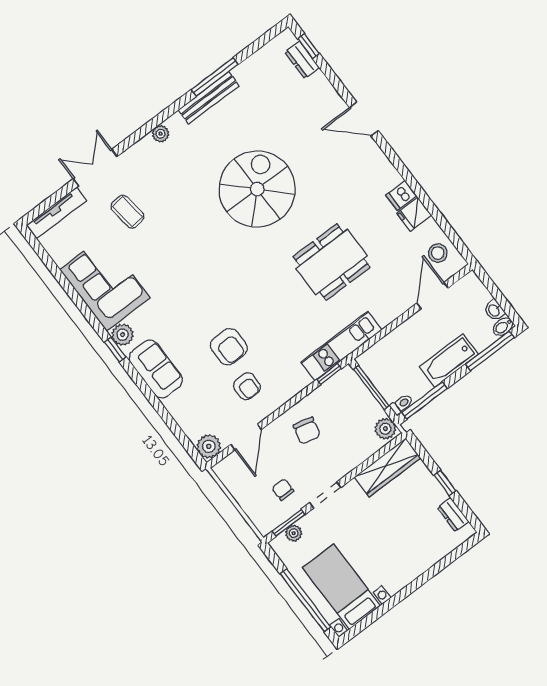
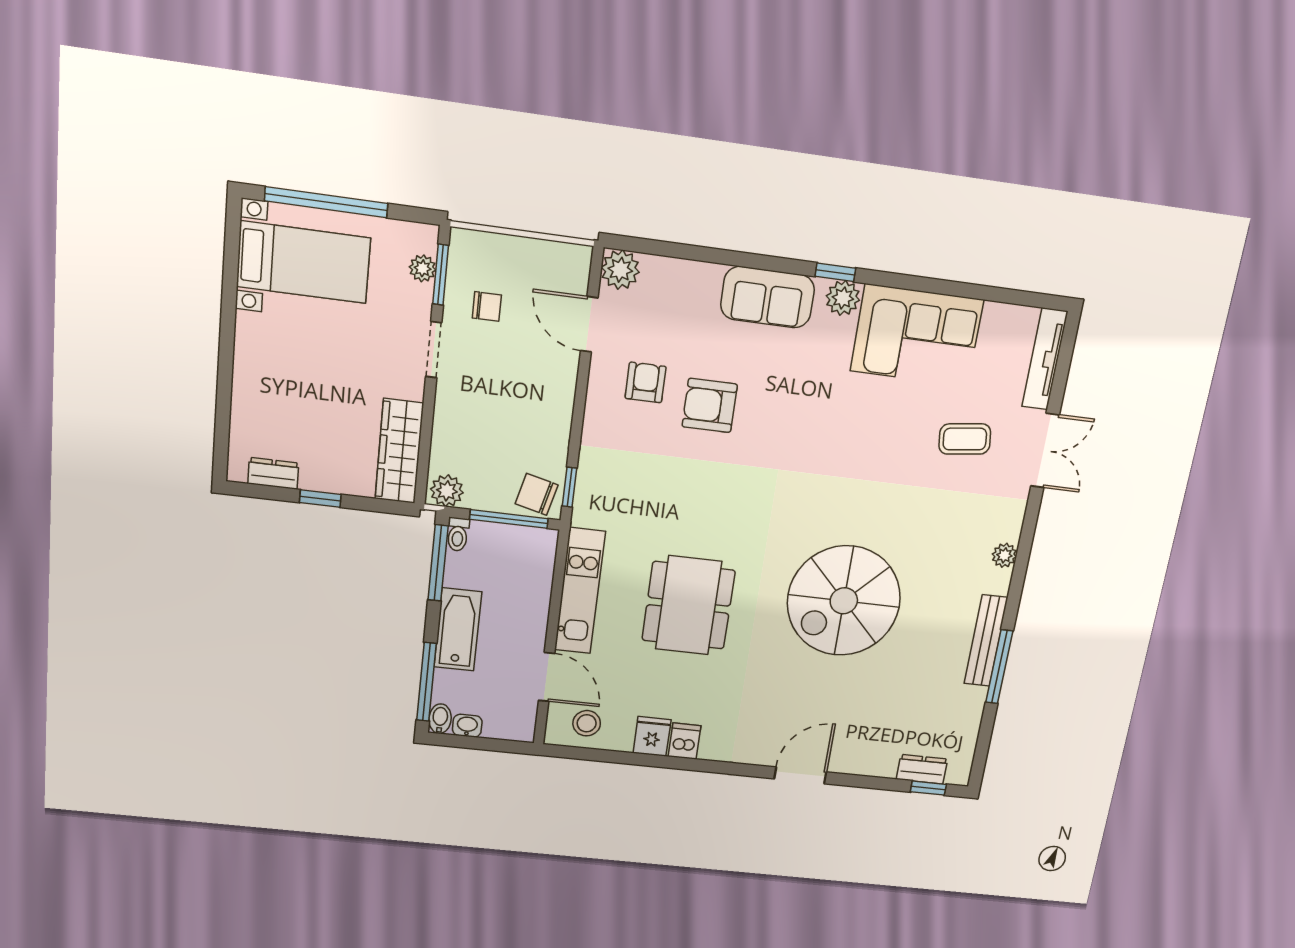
spiral stairs: (257, 189) -> (844, 601), turned 90
kitchen unit: (341, 346) -> (580, 591), moved
armchair: (247, 386) -> (646, 382), turned 90
chair: (307, 431) -> (537, 494), moved

